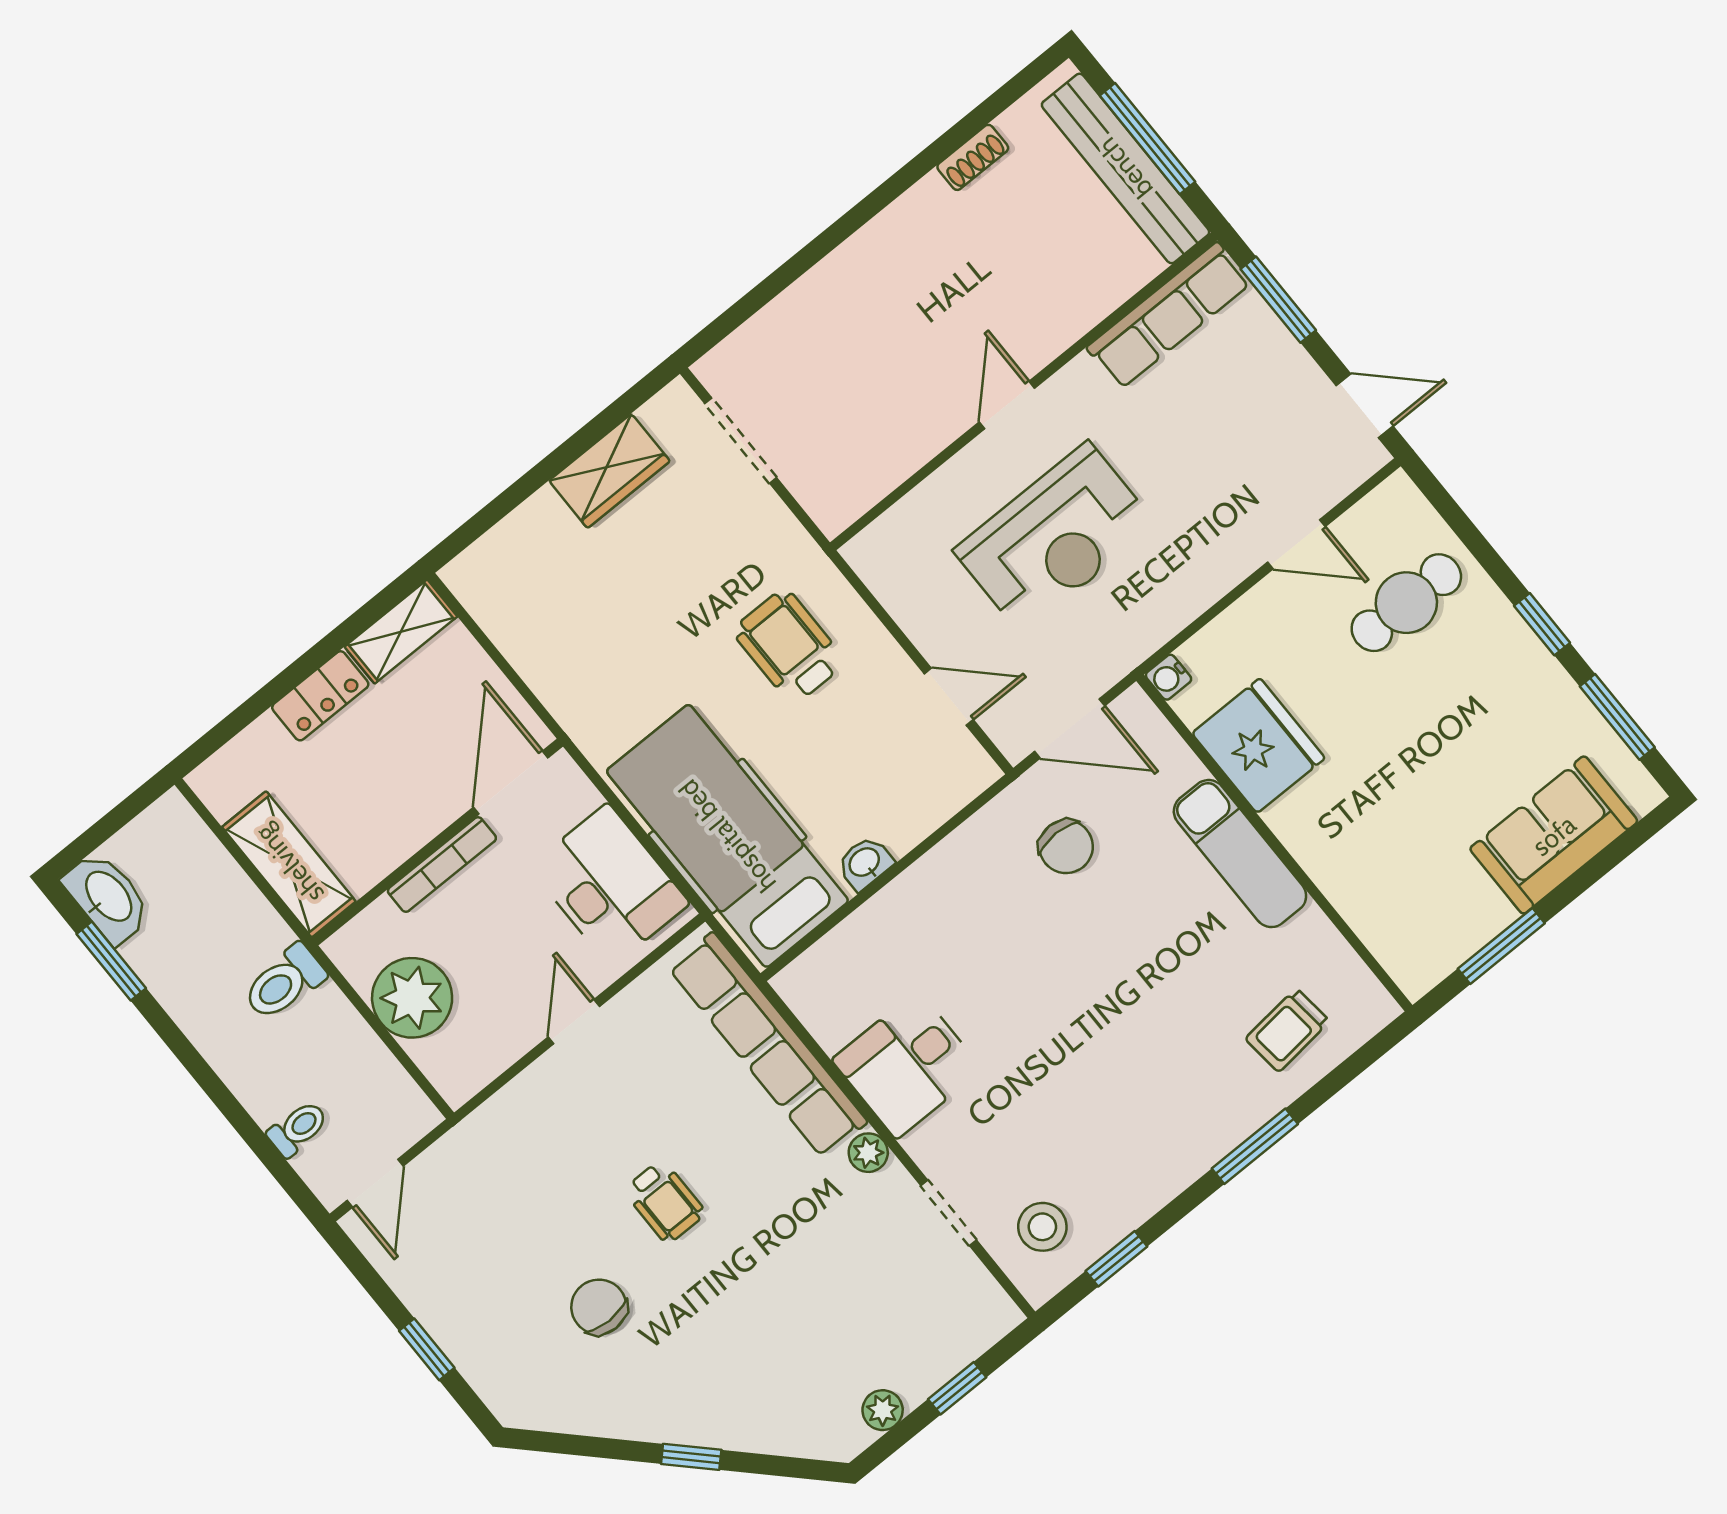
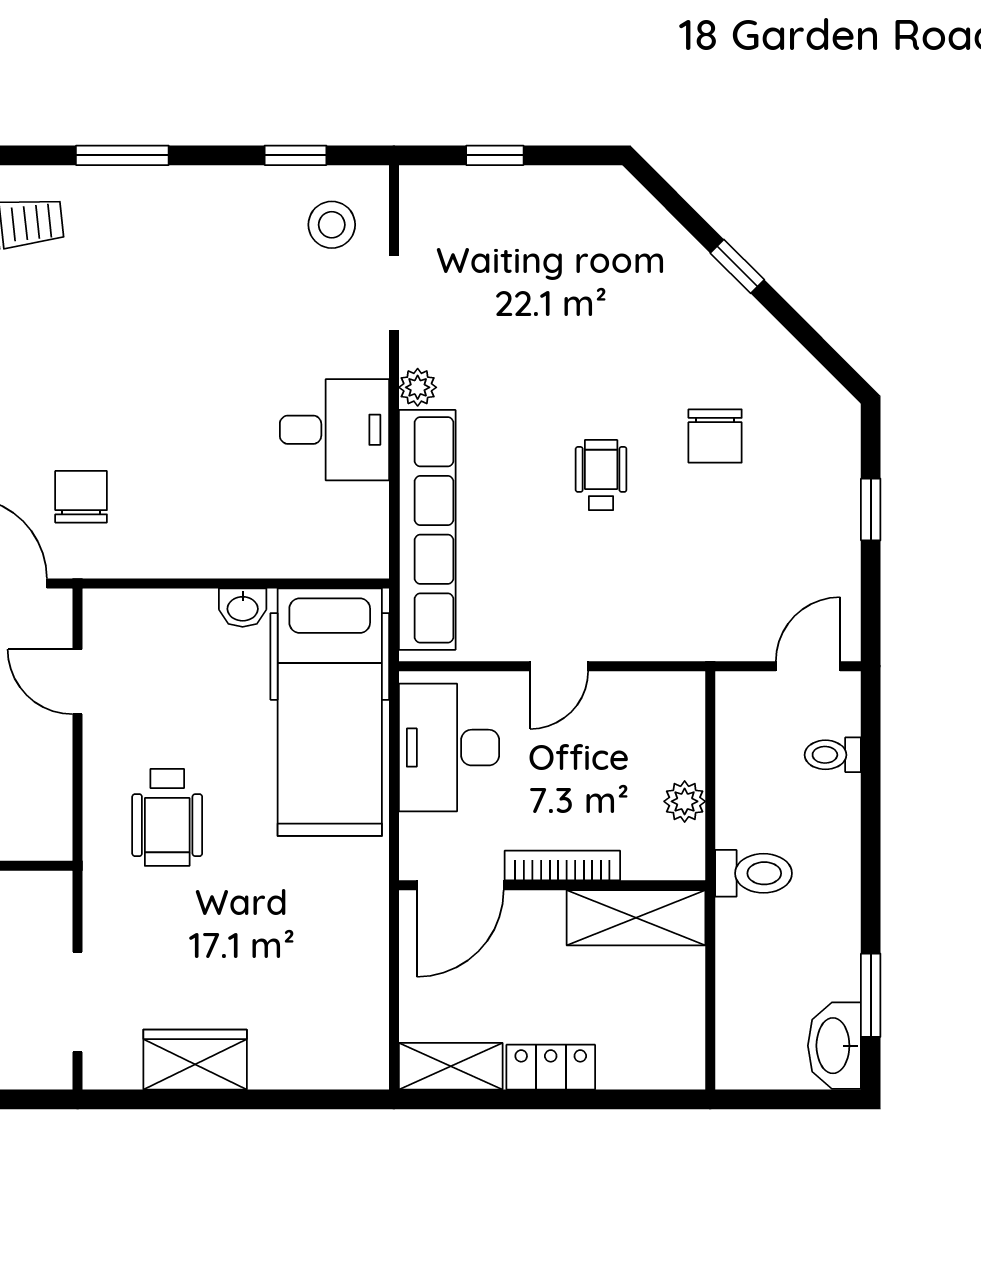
shelving: (289, 864) -> (636, 918), moved, turned 90
plant: (412, 998) -> (685, 801), width x0.53, depth x0.53
plant: (883, 1410) -> (564, 184), removed

